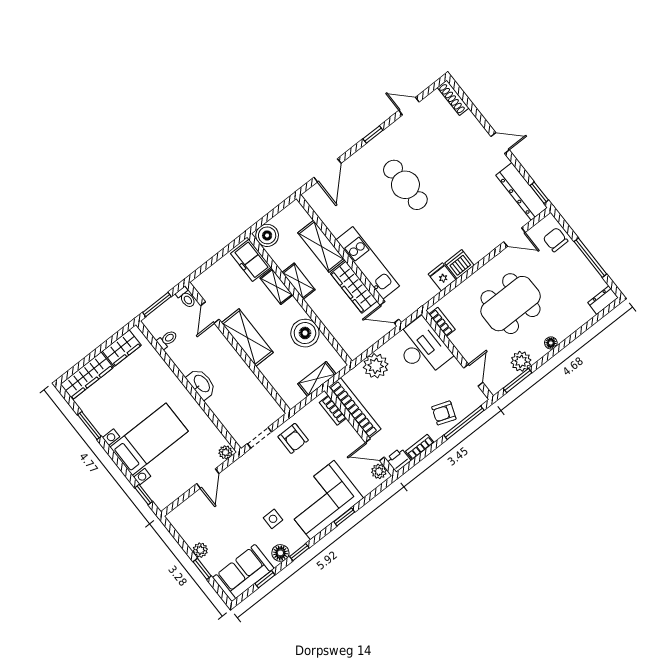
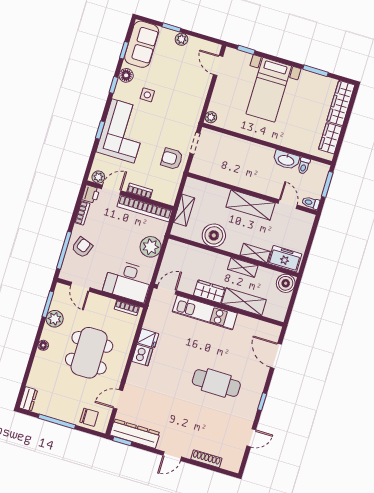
shoe rack: (453, 98) -> (206, 459), moved
wardrobe: (354, 287) -> (209, 292), width x0.67
washbasin: (201, 384) -> (286, 160), moved
bookcase: (333, 410) -> (140, 191), moved
door: (208, 478) -> (218, 66), moved

